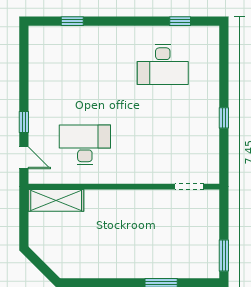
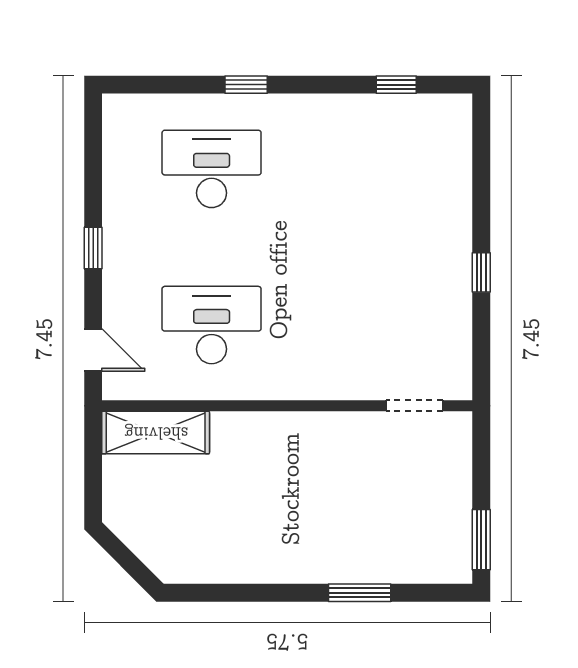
window: (72, 21) -> (246, 85), moved
desk: (163, 65) -> (212, 169), moved, turned 180
window: (24, 122) -> (93, 248), moved

